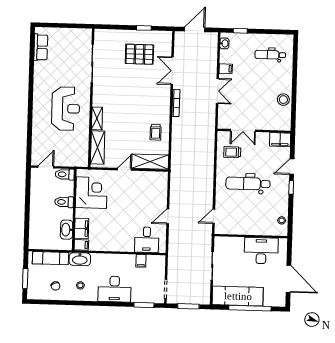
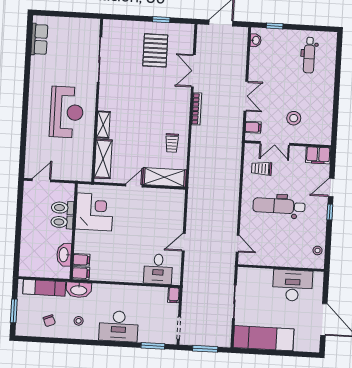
pallet: (139, 54) -> (155, 50), turned 90
dental chair: (270, 55) -> (309, 55), turned -90
filing cabinet: (226, 69) -> (253, 127), moved
stool: (283, 100) -> (294, 118), moved
toilet: (65, 174) -> (63, 208), moved
door: (214, 216) -> (238, 244), swing flipped
filing cabinet: (82, 228) -> (81, 260), width x0.50
filing cabinet: (141, 261) -> (174, 295), moved
window: (250, 308) -> (278, 353), removed

